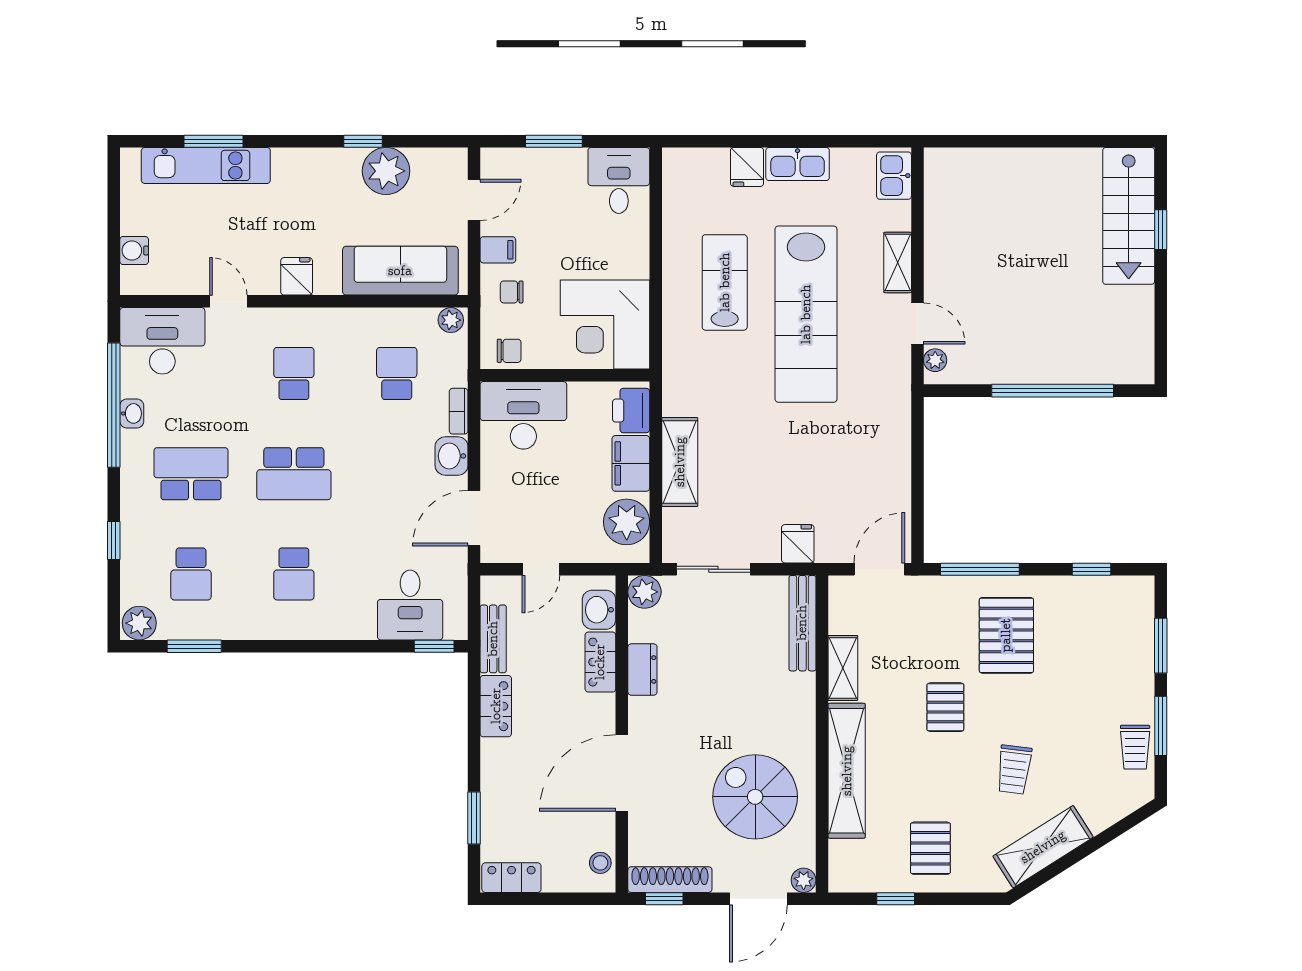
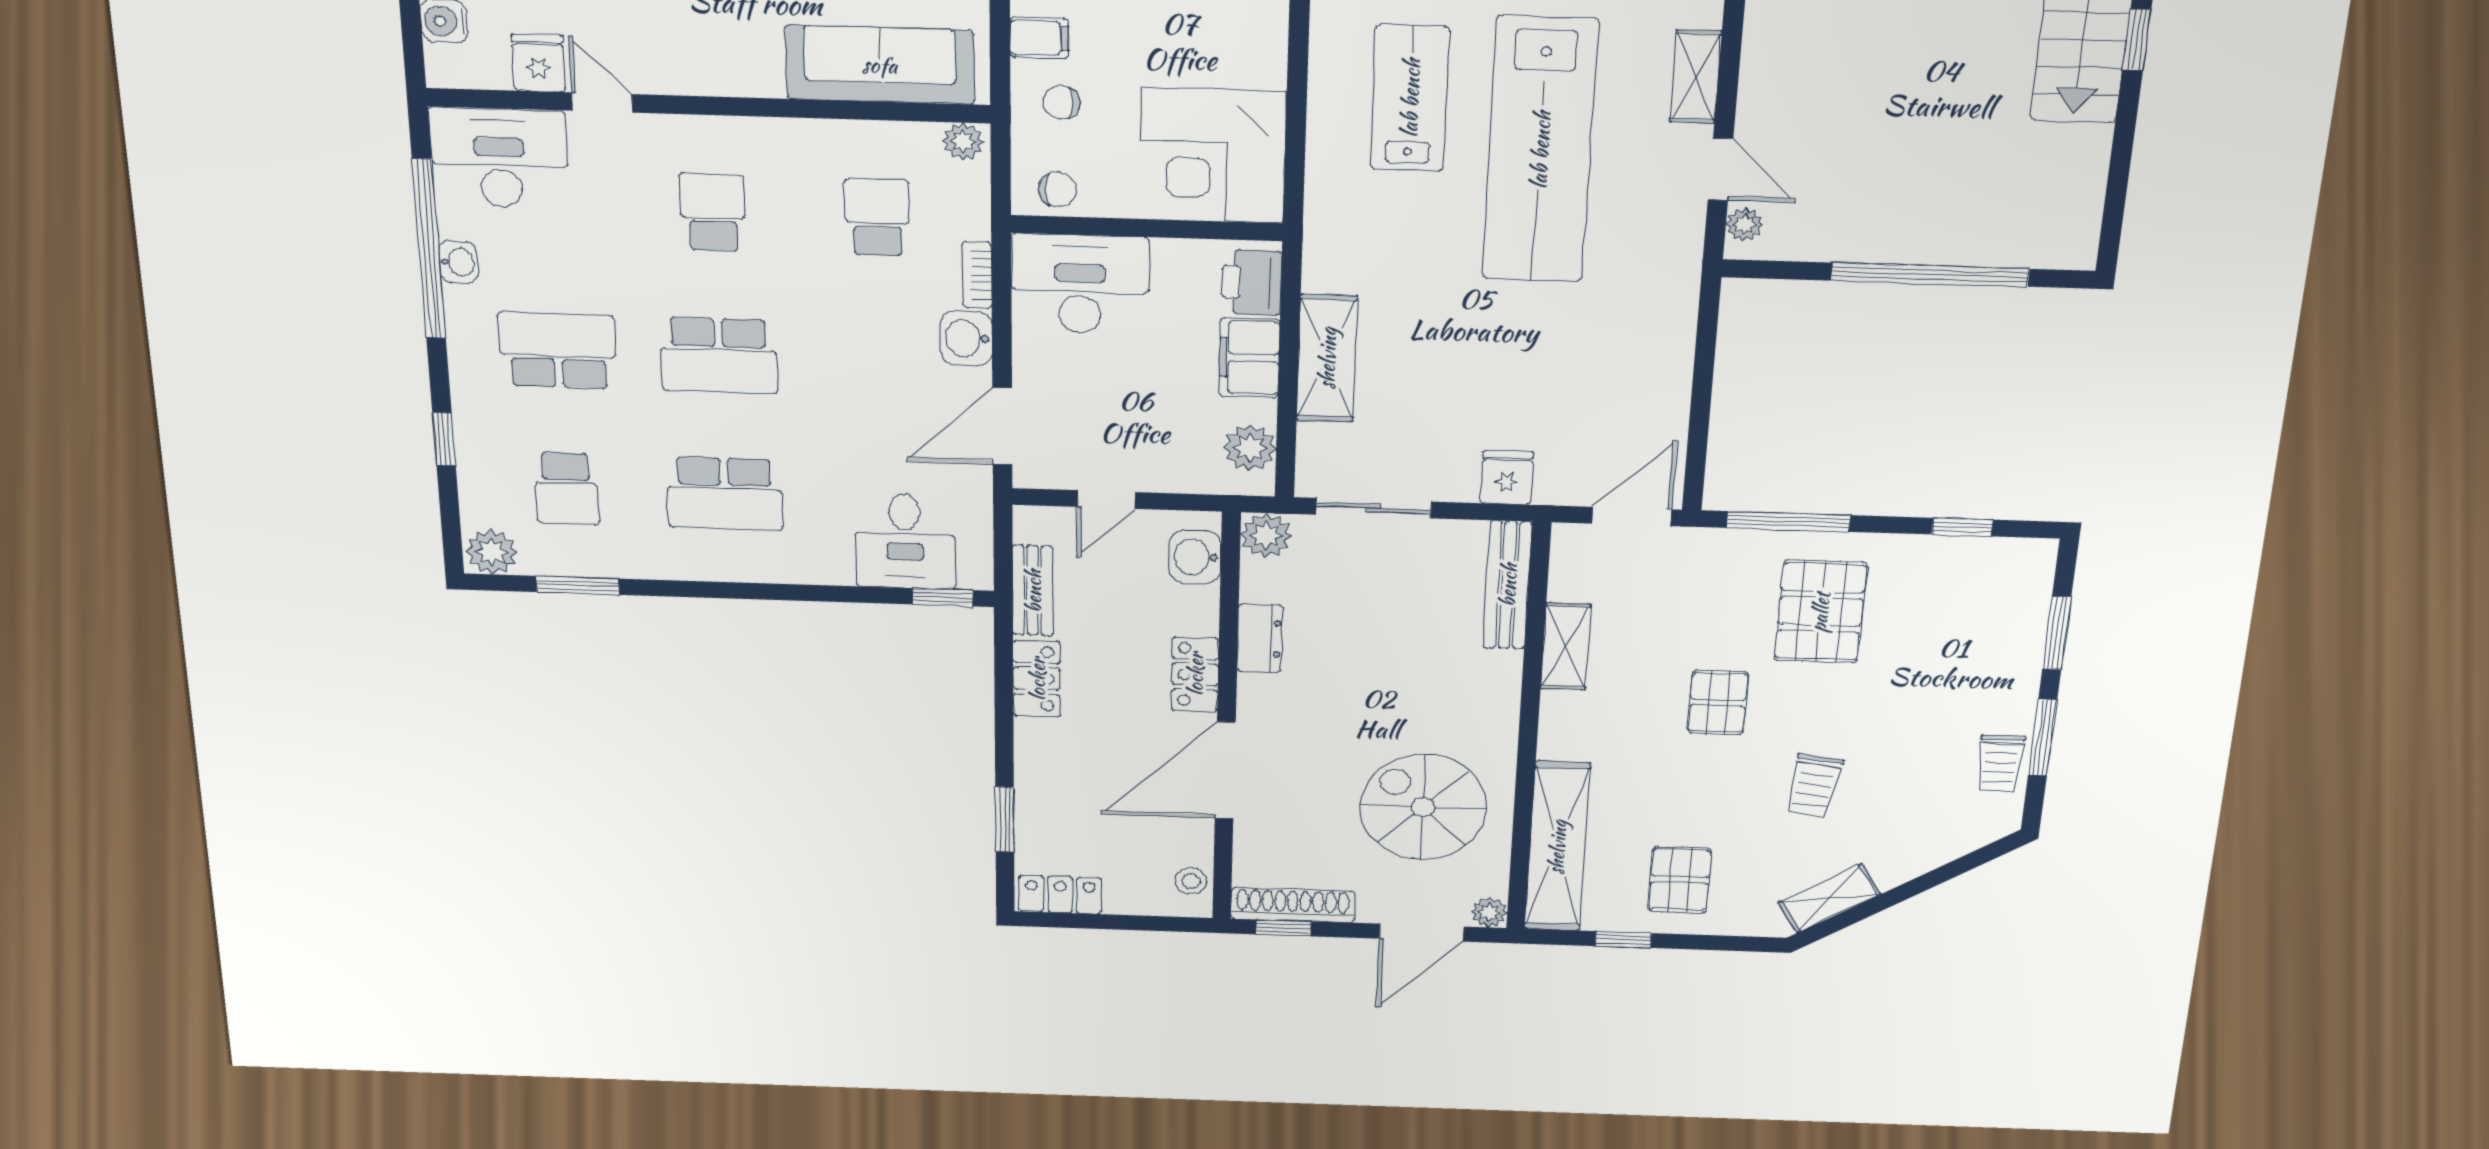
fridge: (297, 276) -> (539, 63), moved
plant: (627, 522) -> (1250, 448), width x0.73, depth x0.73
school desk: (294, 574) -> (725, 494), width x1.85
locker: (600, 662) -> (1195, 674), moved
shelving: (847, 771) -> (1557, 847), moved
shelving: (1043, 847) -> (1829, 898), width x0.67, depth x0.75

